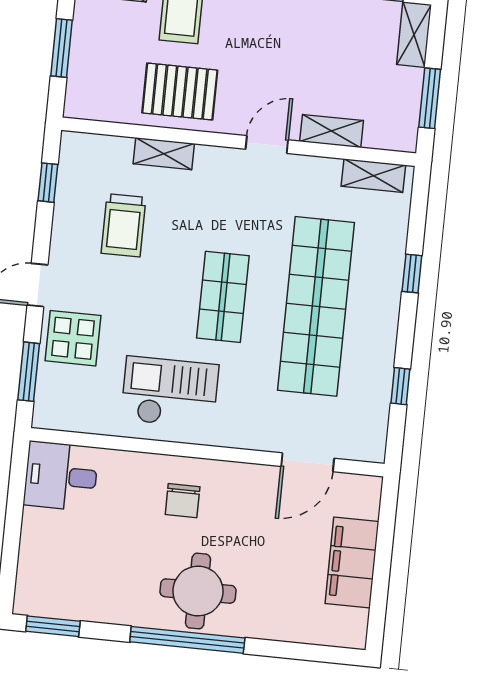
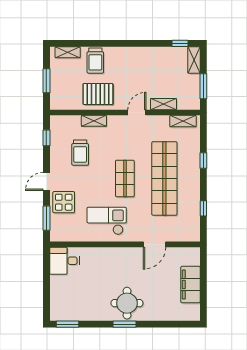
door: (308, 462) -> (155, 244), moved
chair: (183, 501) -> (117, 266), removed
window: (187, 640) -> (125, 324), width x0.47

